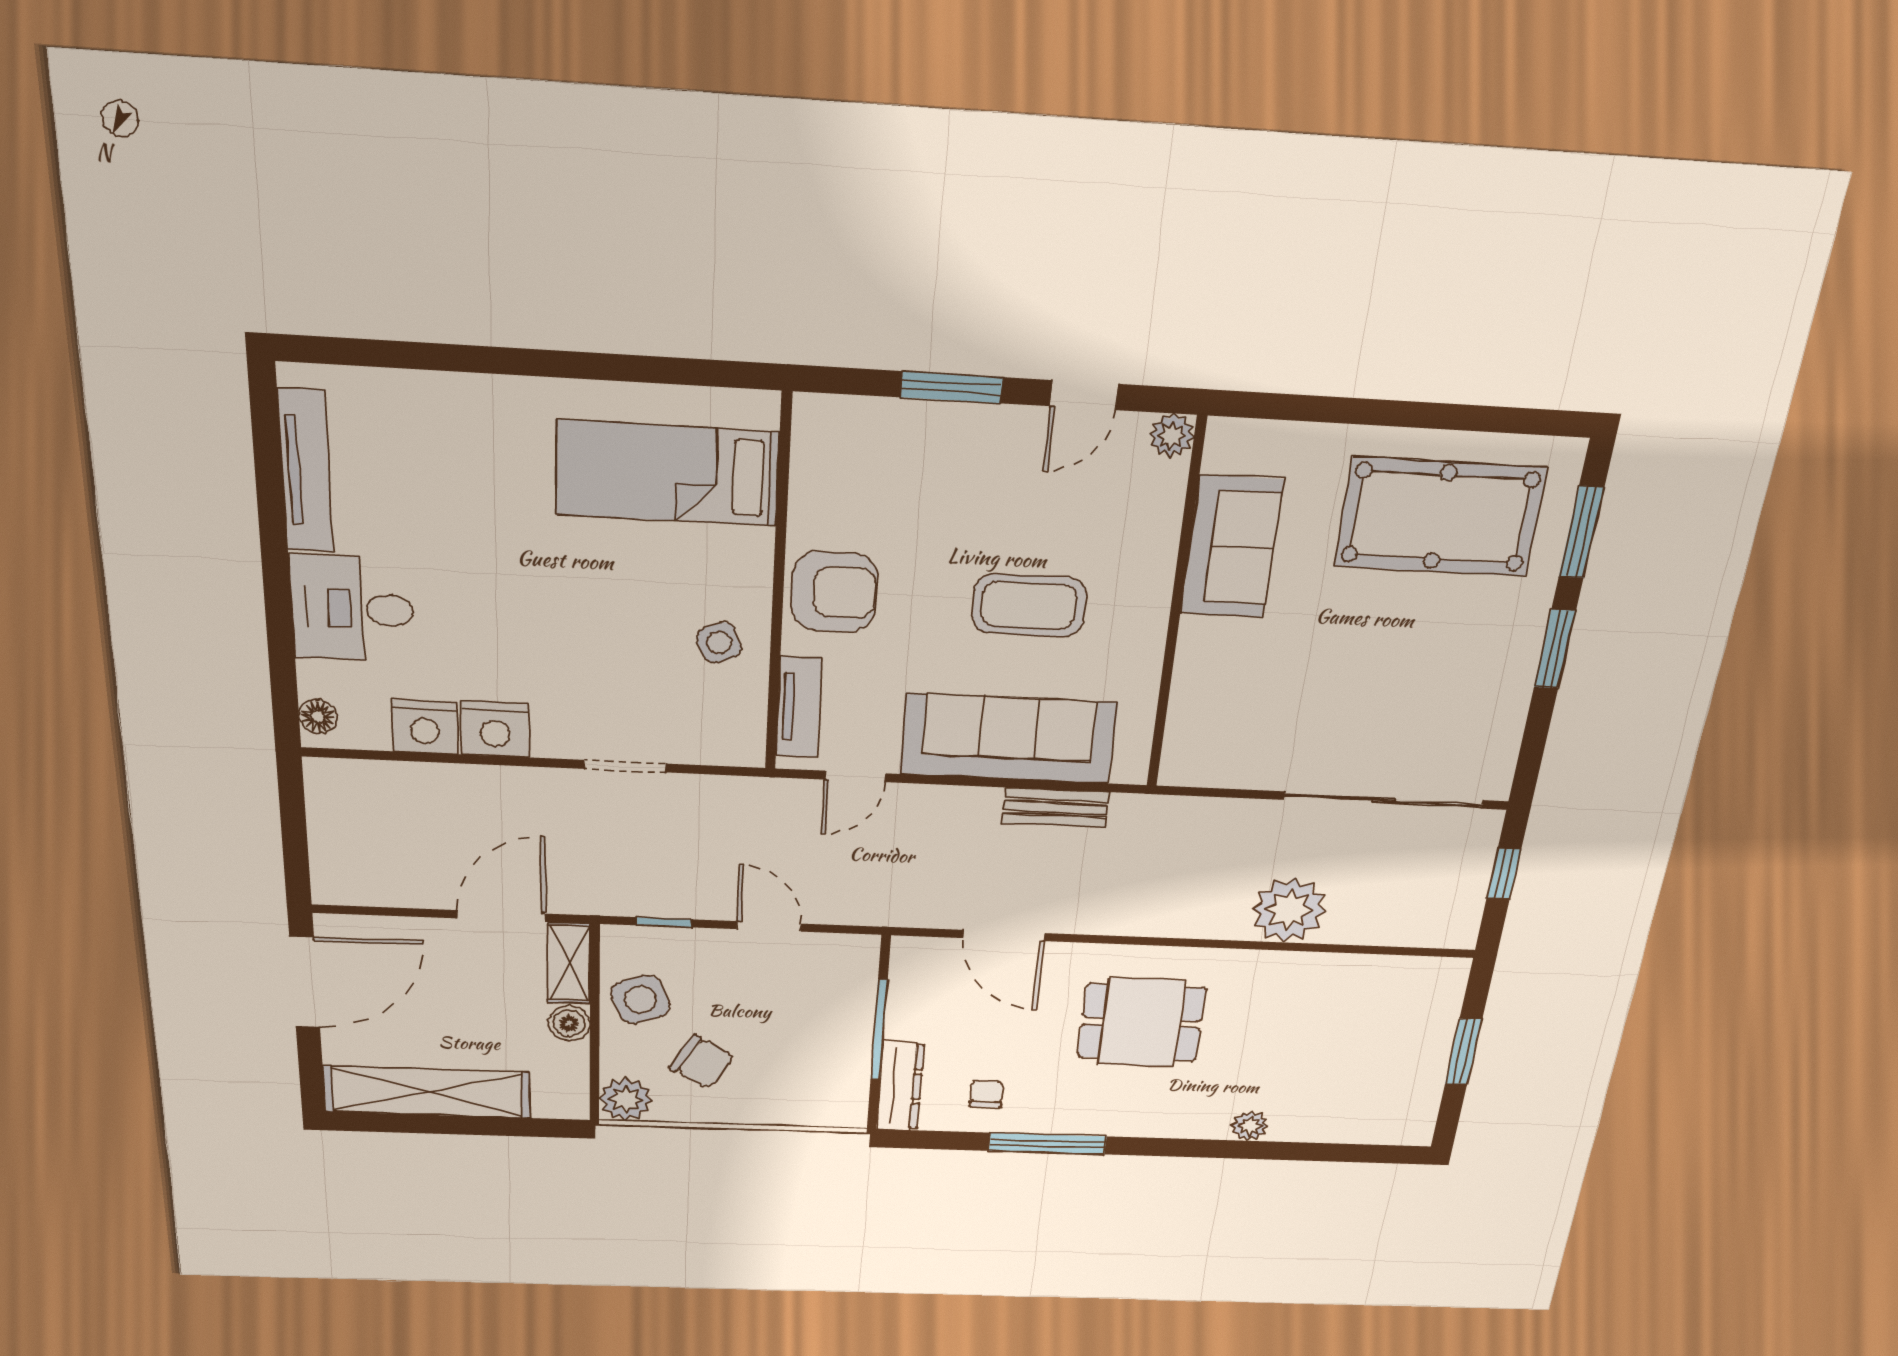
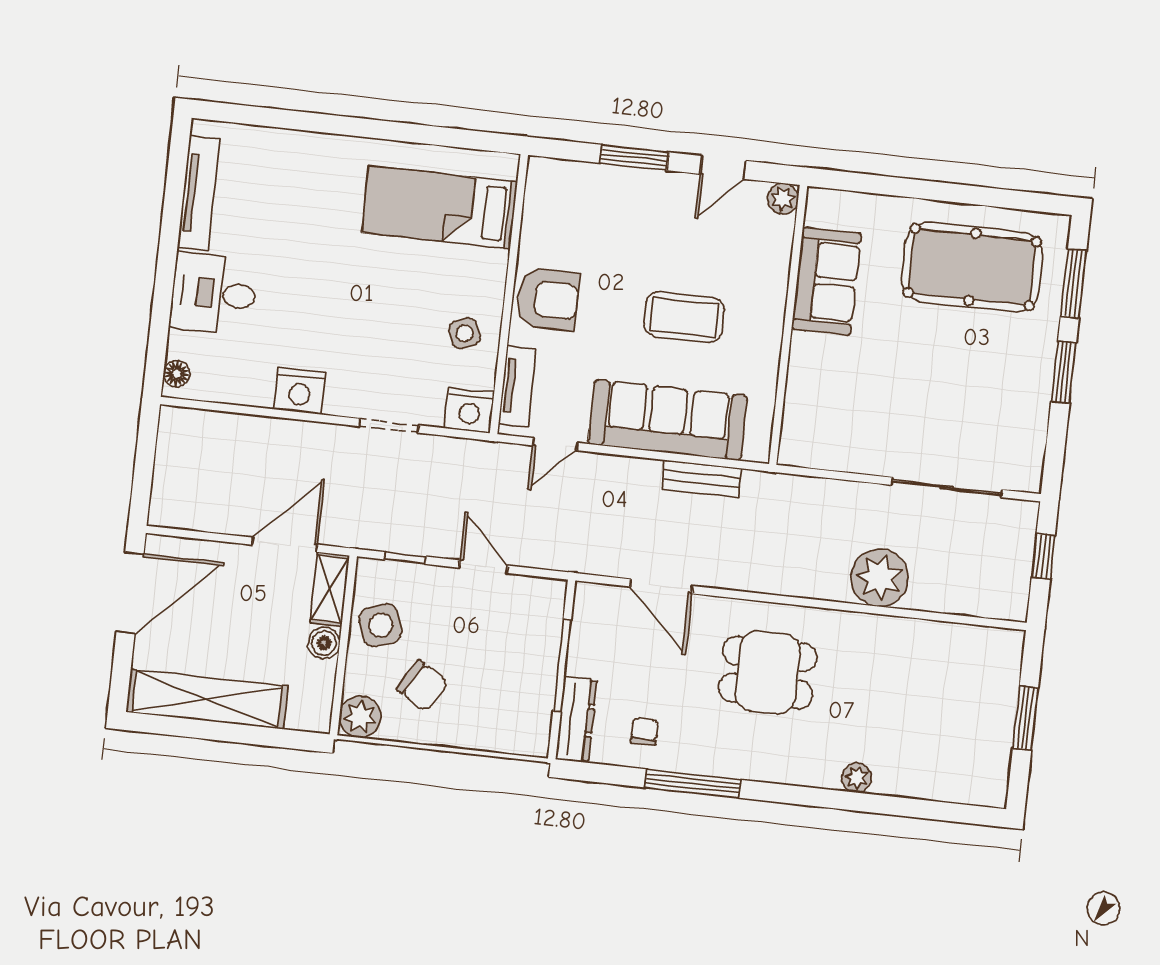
nightstand: (425, 727) -> (469, 410), moved
sliding door: (1384, 800) -> (947, 487), width x0.73

